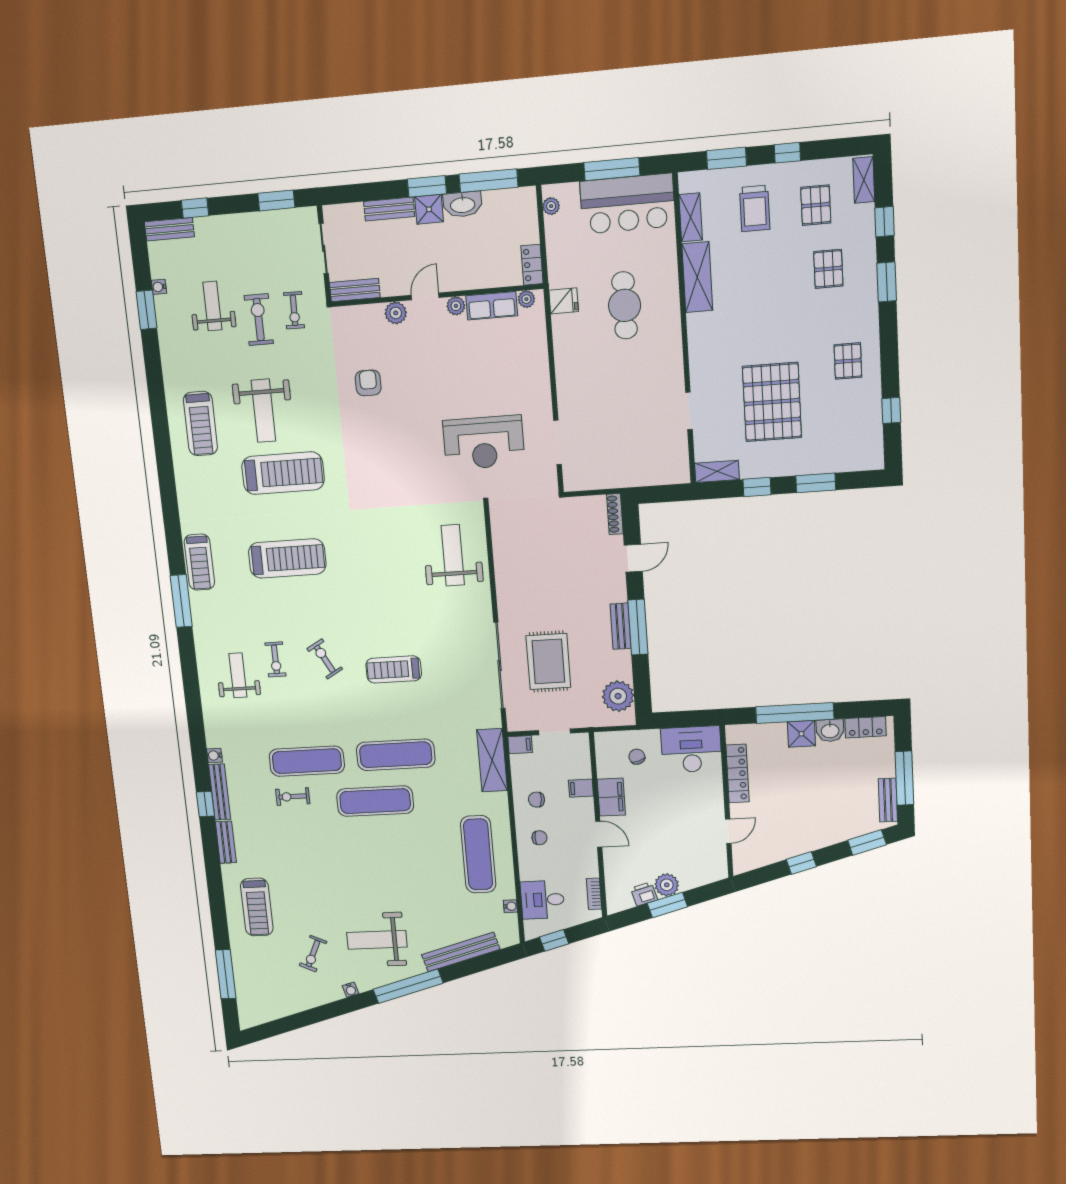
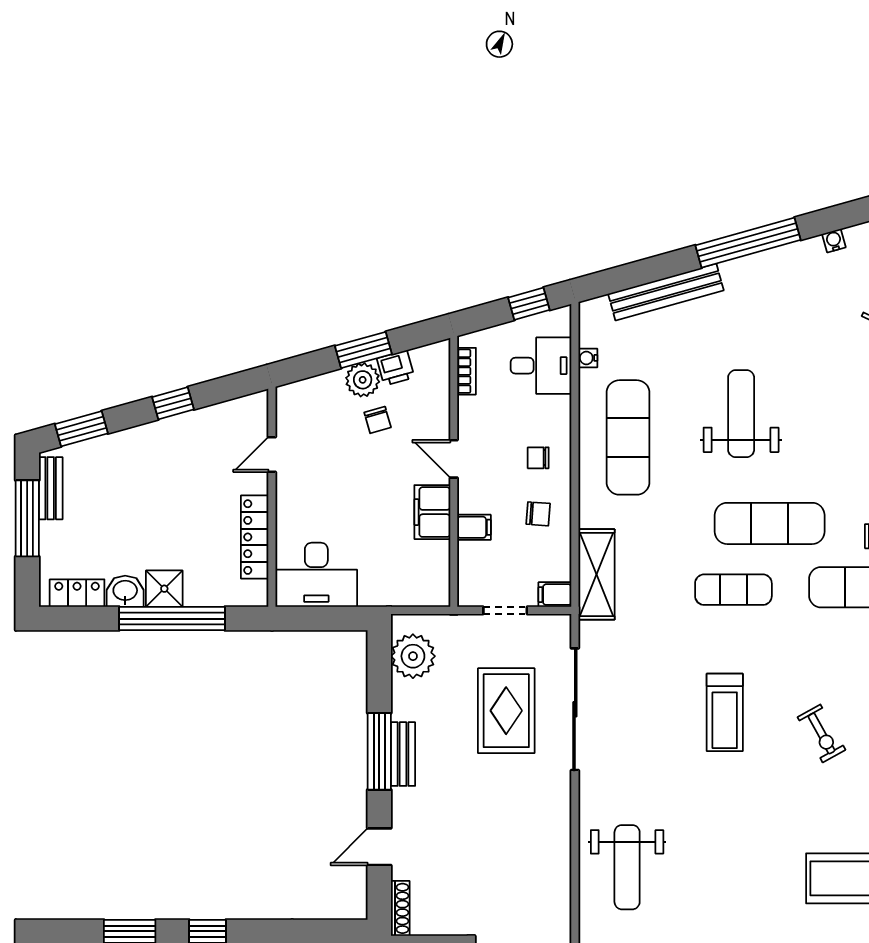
treadmill: (394, 669) -> (725, 712), turned 90
exercise mat: (396, 755) -> (733, 590), width x0.73, depth x0.69
chair: (637, 757) -> (378, 420), moved
weight bench: (377, 940) -> (741, 414), moved, turned -90

